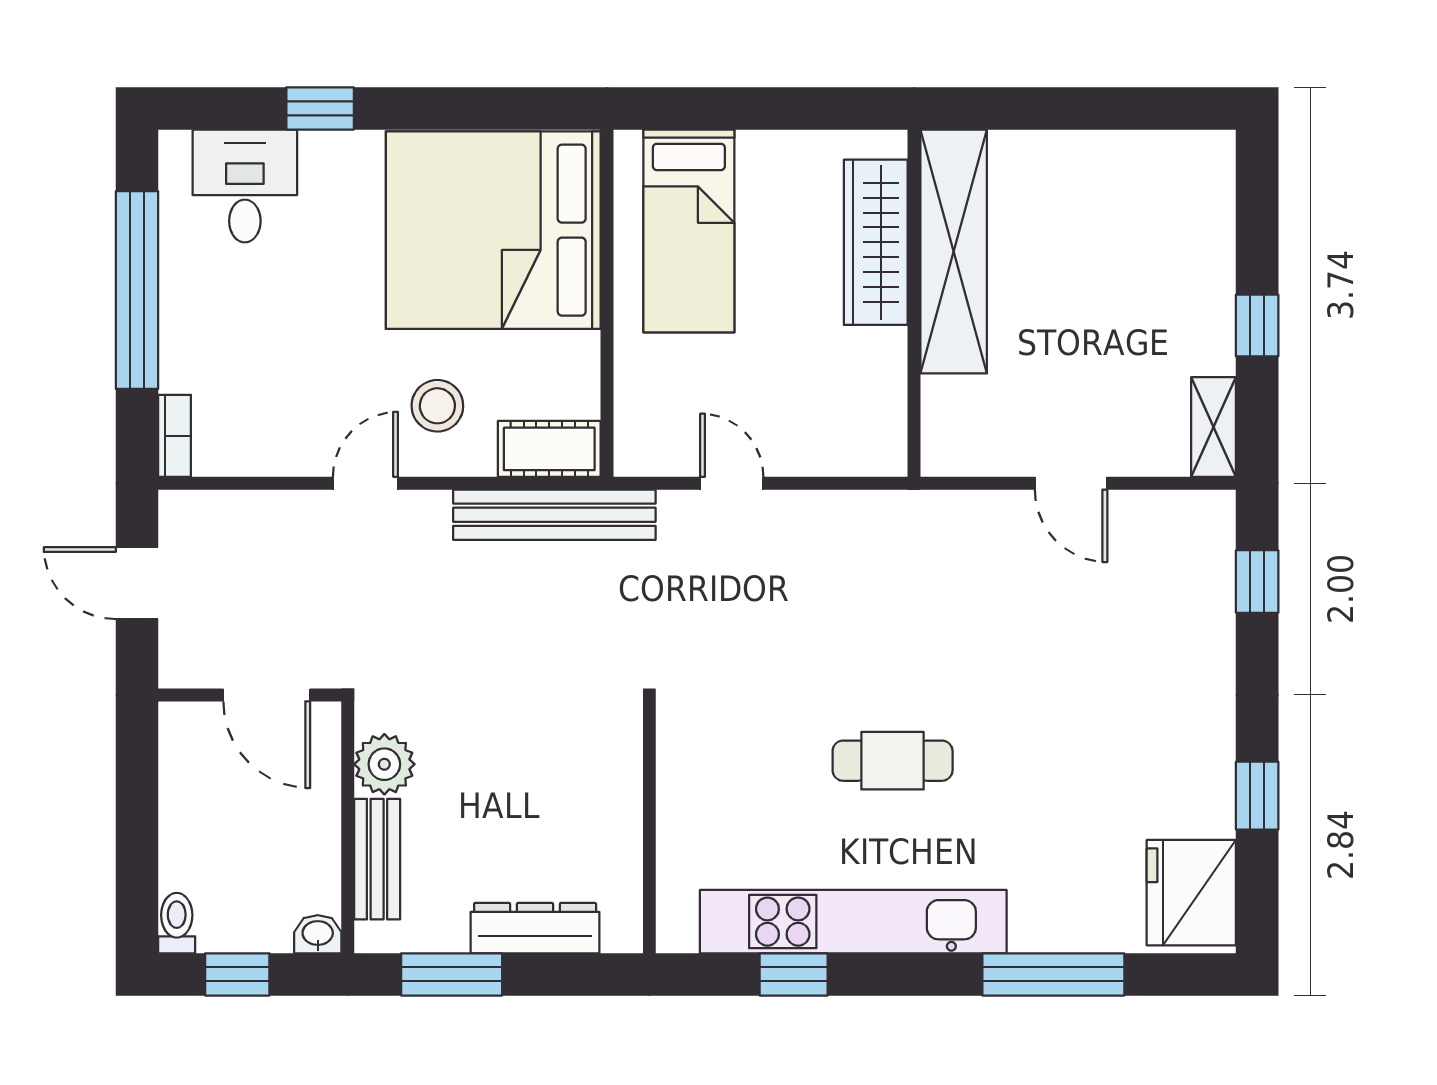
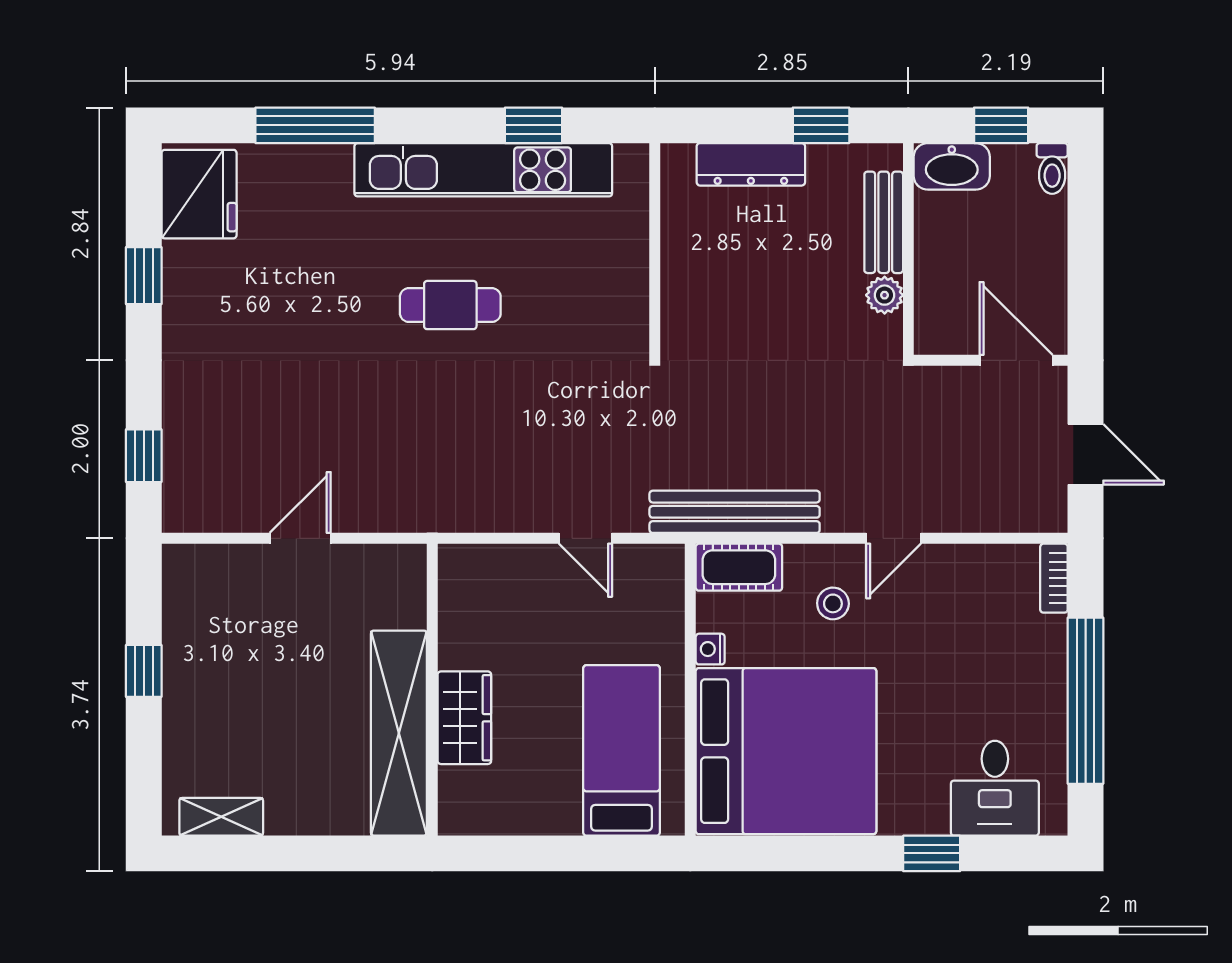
wardrobe: (876, 242) -> (464, 718), width x0.67
nightstand: (583, 351) -> (710, 649), added
stool: (437, 406) -> (833, 603), width x0.73, depth x0.73
shelving: (1213, 427) -> (221, 817), moved, turned 90
door: (1071, 483) -> (300, 538), hinge flipped
door: (267, 695) -> (1016, 360), moved
plant: (384, 764) -> (885, 295), width x0.73, depth x0.73
washbasin: (318, 934) -> (952, 166), width x1.91, depth x1.45
window: (452, 974) -> (821, 125), width x0.67

